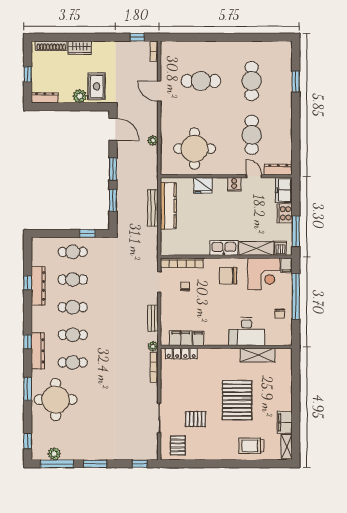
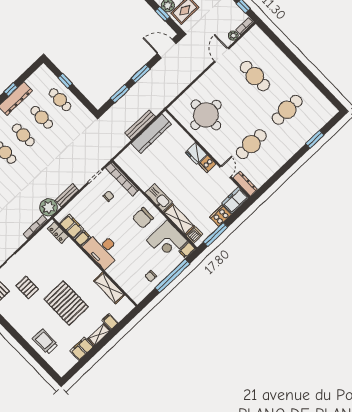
window: (82, 107) -> (162, 14), added
door: (113, 129) -> (167, 49), swing flipped
plant: (153, 140) -> (233, 36), moved
fridge: (203, 185) -> (196, 153), moved
window: (87, 233) -> (65, 81), moved
chair: (228, 276) -> (143, 218), turned -90
desk: (247, 332) -> (102, 250), moved
plant: (153, 346) -> (49, 207), width x1.88, depth x1.88
locker: (181, 354) -> (58, 233), width x0.66
filing cabinet: (285, 380) -> (110, 322), added
pallet: (237, 400) -> (66, 303), turned 90
shelving: (287, 447) -> (99, 335), moved

